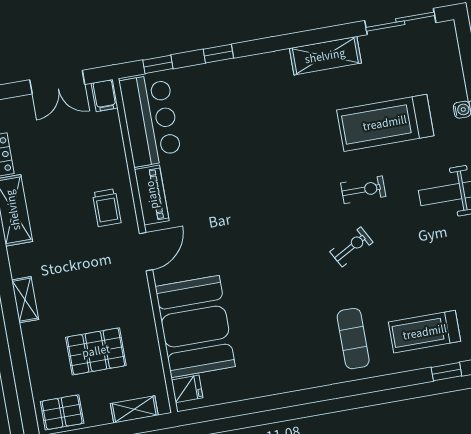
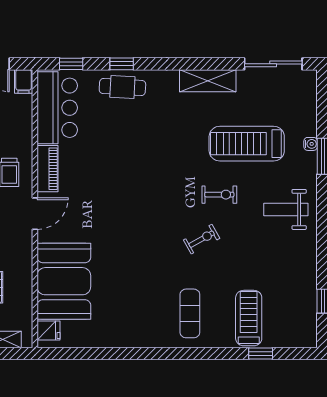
cafe table: (224, 81) -> (122, 87), added
treadmill: (425, 332) -> (249, 318), turned 90

